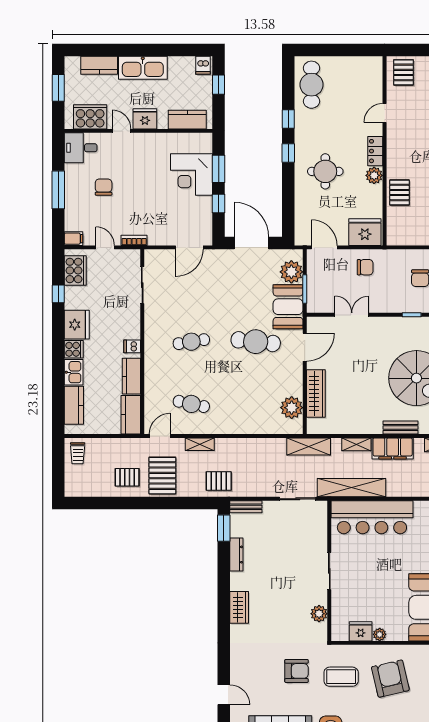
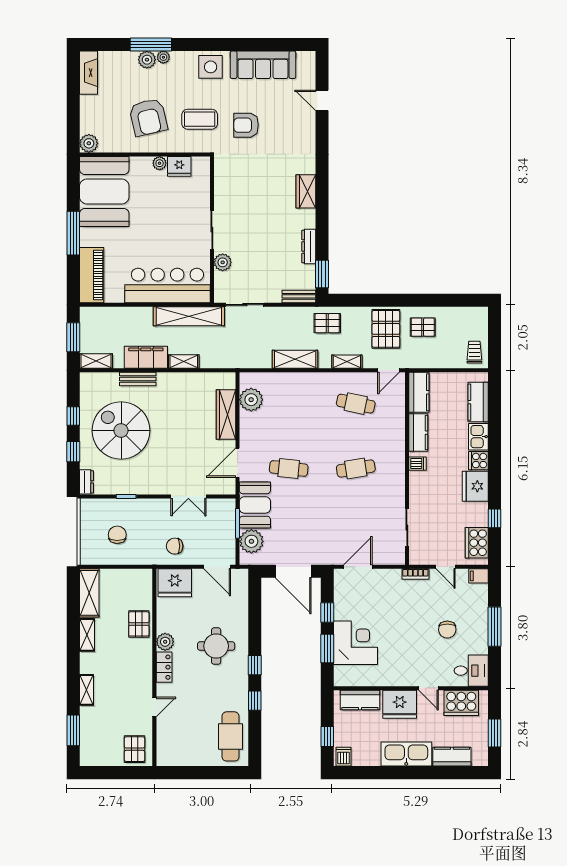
fridge: (145, 119) -> (400, 704), width x1.36, depth x1.34
cafe table: (256, 342) -> (289, 468), width x0.73, depth x0.74
shelving: (309, 446) -> (295, 359), moved
plant: (319, 614) -> (223, 262), moved

